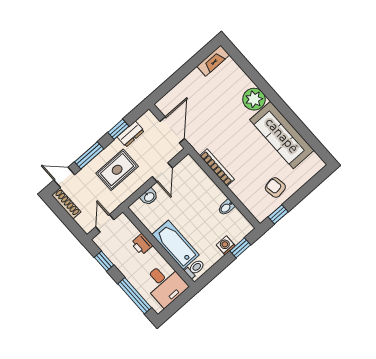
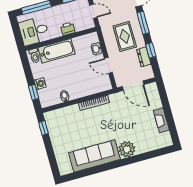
fireplace: (213, 61) -> (161, 120), moved
armchair: (275, 187) -> (62, 135), removed

